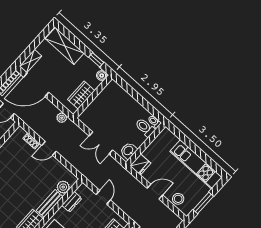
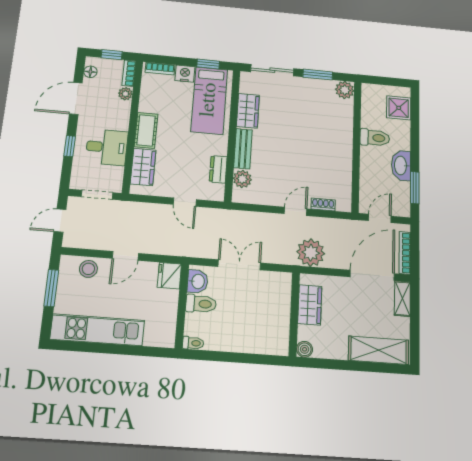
window: (96, 60) -> (327, 364), removed
plant: (62, 118) -> (311, 253), width x1.87, depth x1.87
toilet: (145, 128) -> (201, 304), moved

